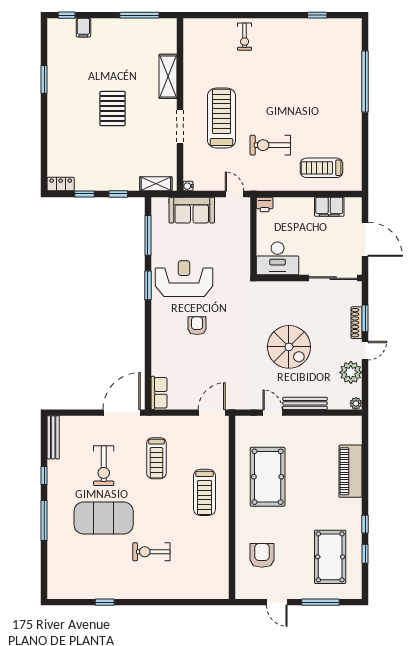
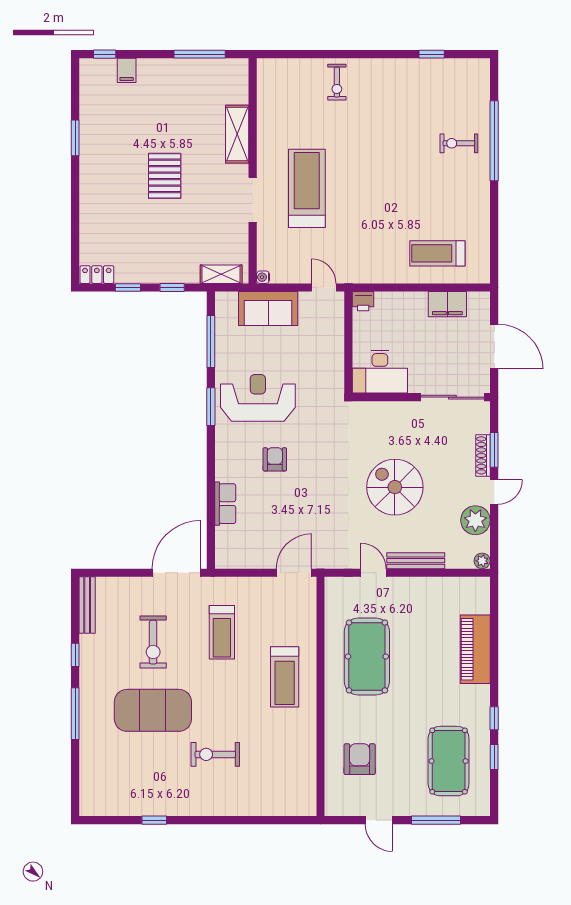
exercise bike: (270, 145) -> (459, 143), moved, width x0.73, depth x0.72
spiral stairs: (289, 347) -> (395, 487), turned 180
row of seats: (159, 393) -> (225, 504), moved

